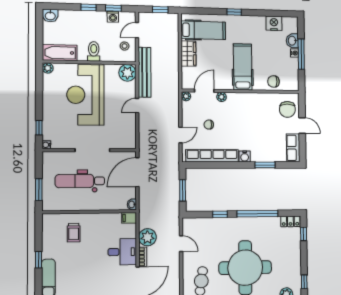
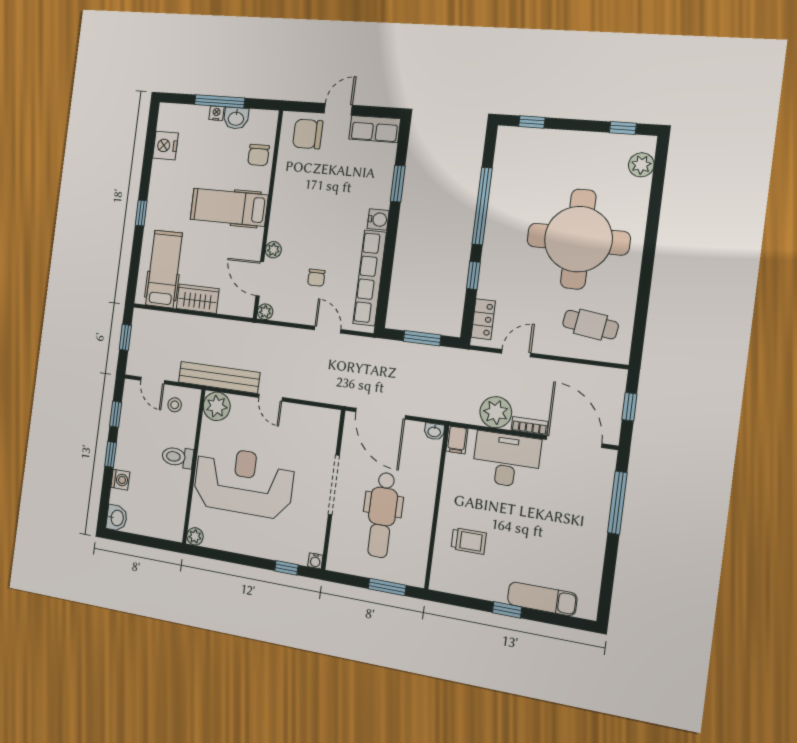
washing machine: (113, 17) -> (120, 480), moved
washbasin: (292, 41) -> (236, 118), moved
bathtub: (60, 53) -> (174, 513), removed
reception desk: (85, 95) -> (243, 482), turned 180
chair: (287, 109) -> (308, 134), turned 180
locker: (290, 221) -> (483, 319), moved
desk: (122, 252) -> (506, 460), width x1.37

